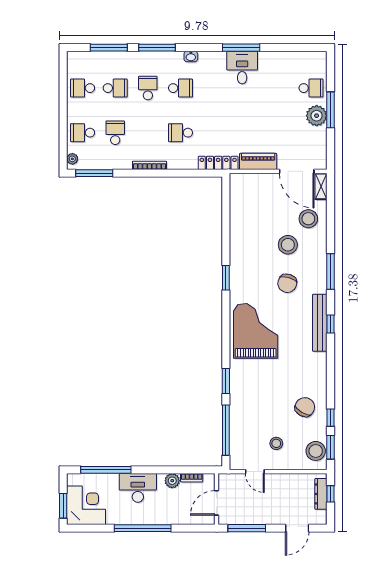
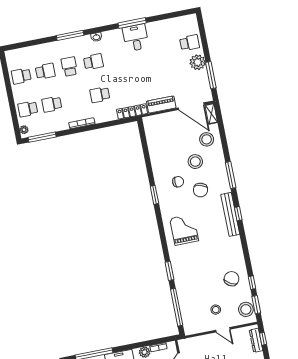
window: (109, 48) -> (35, 42), removed
window: (330, 110) -> (211, 75), moved
school desk: (115, 133) -> (52, 104), turned -90
chair: (260, 267) -> (178, 182), added
grand piano: (256, 331) -> (184, 230), width x0.73, depth x0.68
door: (255, 472) -> (223, 330), moved

